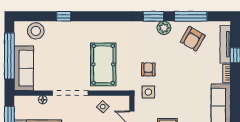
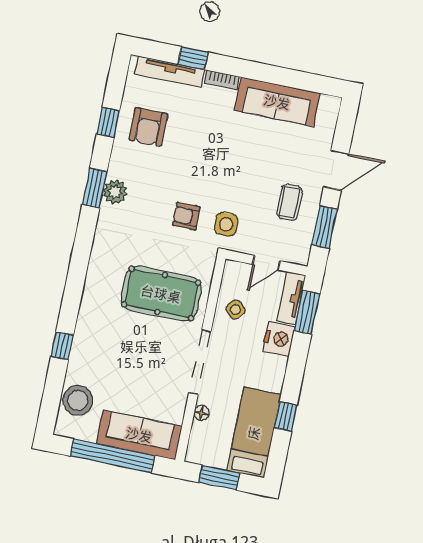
window: (191, 16) -> (108, 122), width x0.46
plant: (164, 28) -> (115, 192), moved
armchair: (193, 39) -> (148, 127), turned 60

